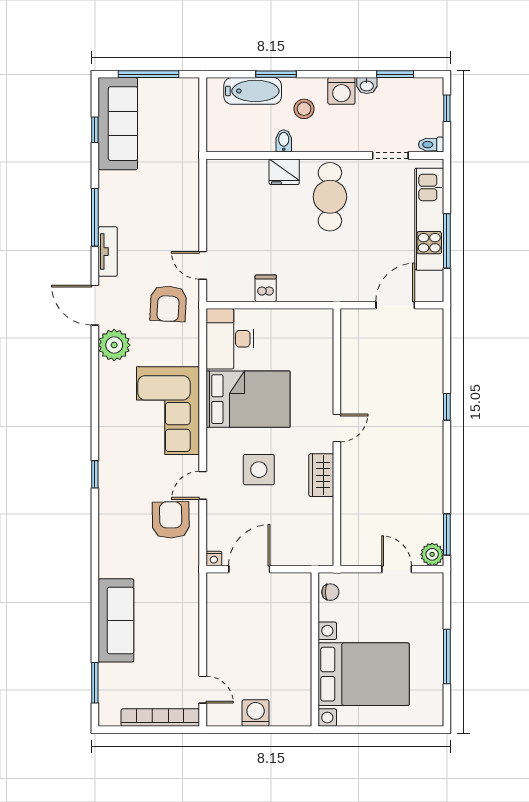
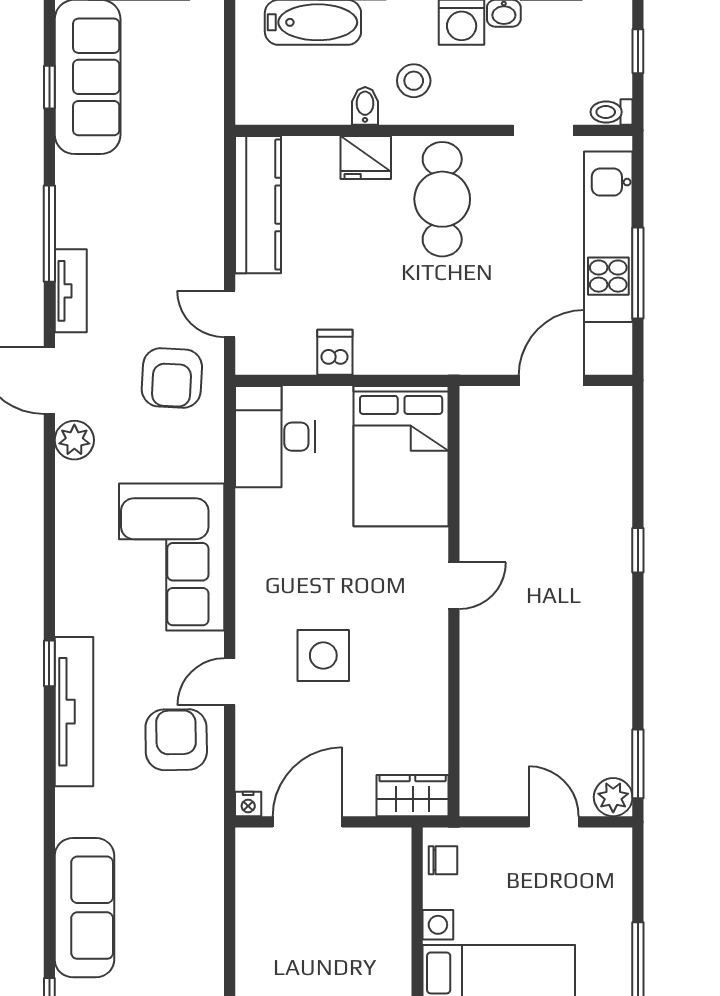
stool: (304, 109) -> (414, 81), moved
kitchen counter: (220, 200) -> (258, 205), added
plant: (114, 345) -> (74, 440), width x0.73, depth x0.73
bed: (248, 399) -> (401, 456), moved, turned 90
wardrobe: (321, 475) -> (413, 796), moved, turned 90
tv unit: (110, 503) -> (74, 712), added

